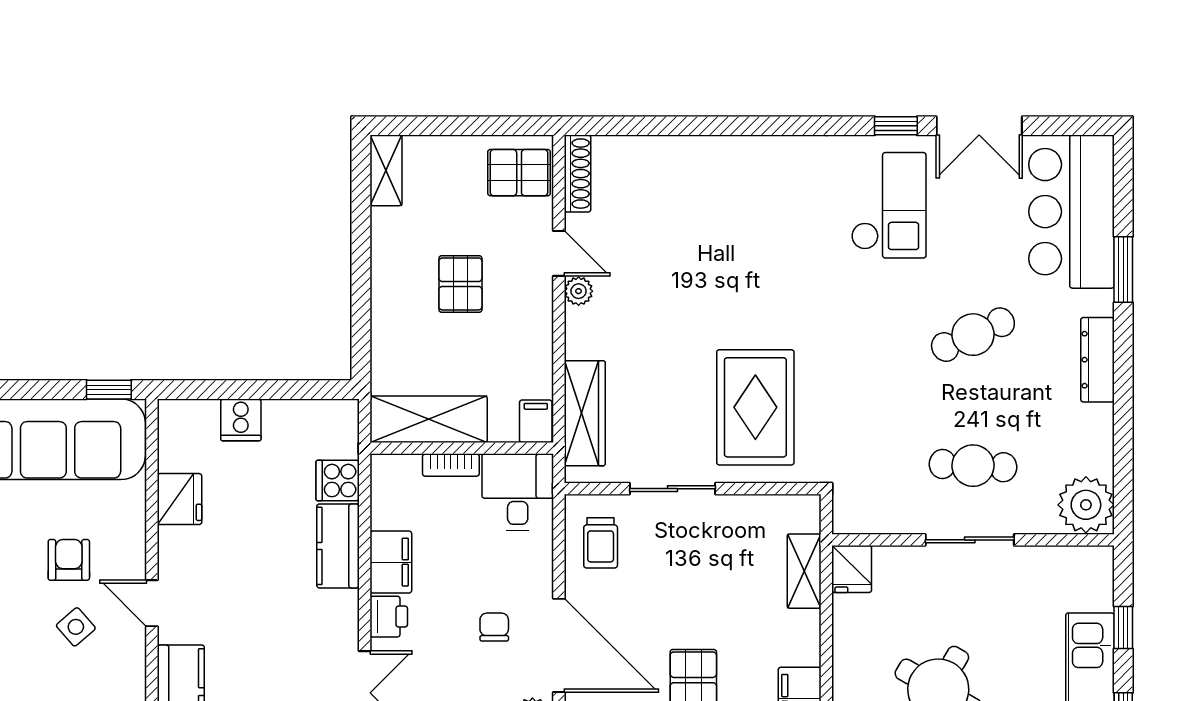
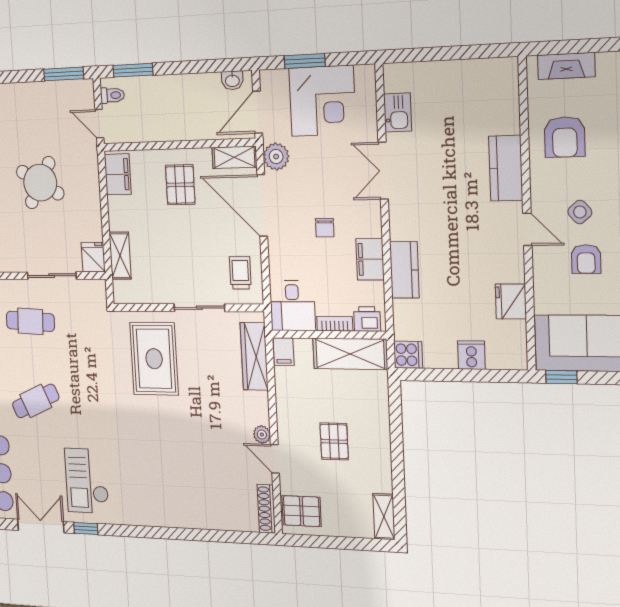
cooker: (338, 481) -> (408, 355), moved
sliding door: (970, 540) -> (52, 276), moved
printer: (389, 617) -> (367, 319), moved, turned 90
chair: (494, 627) -> (325, 228), moved

